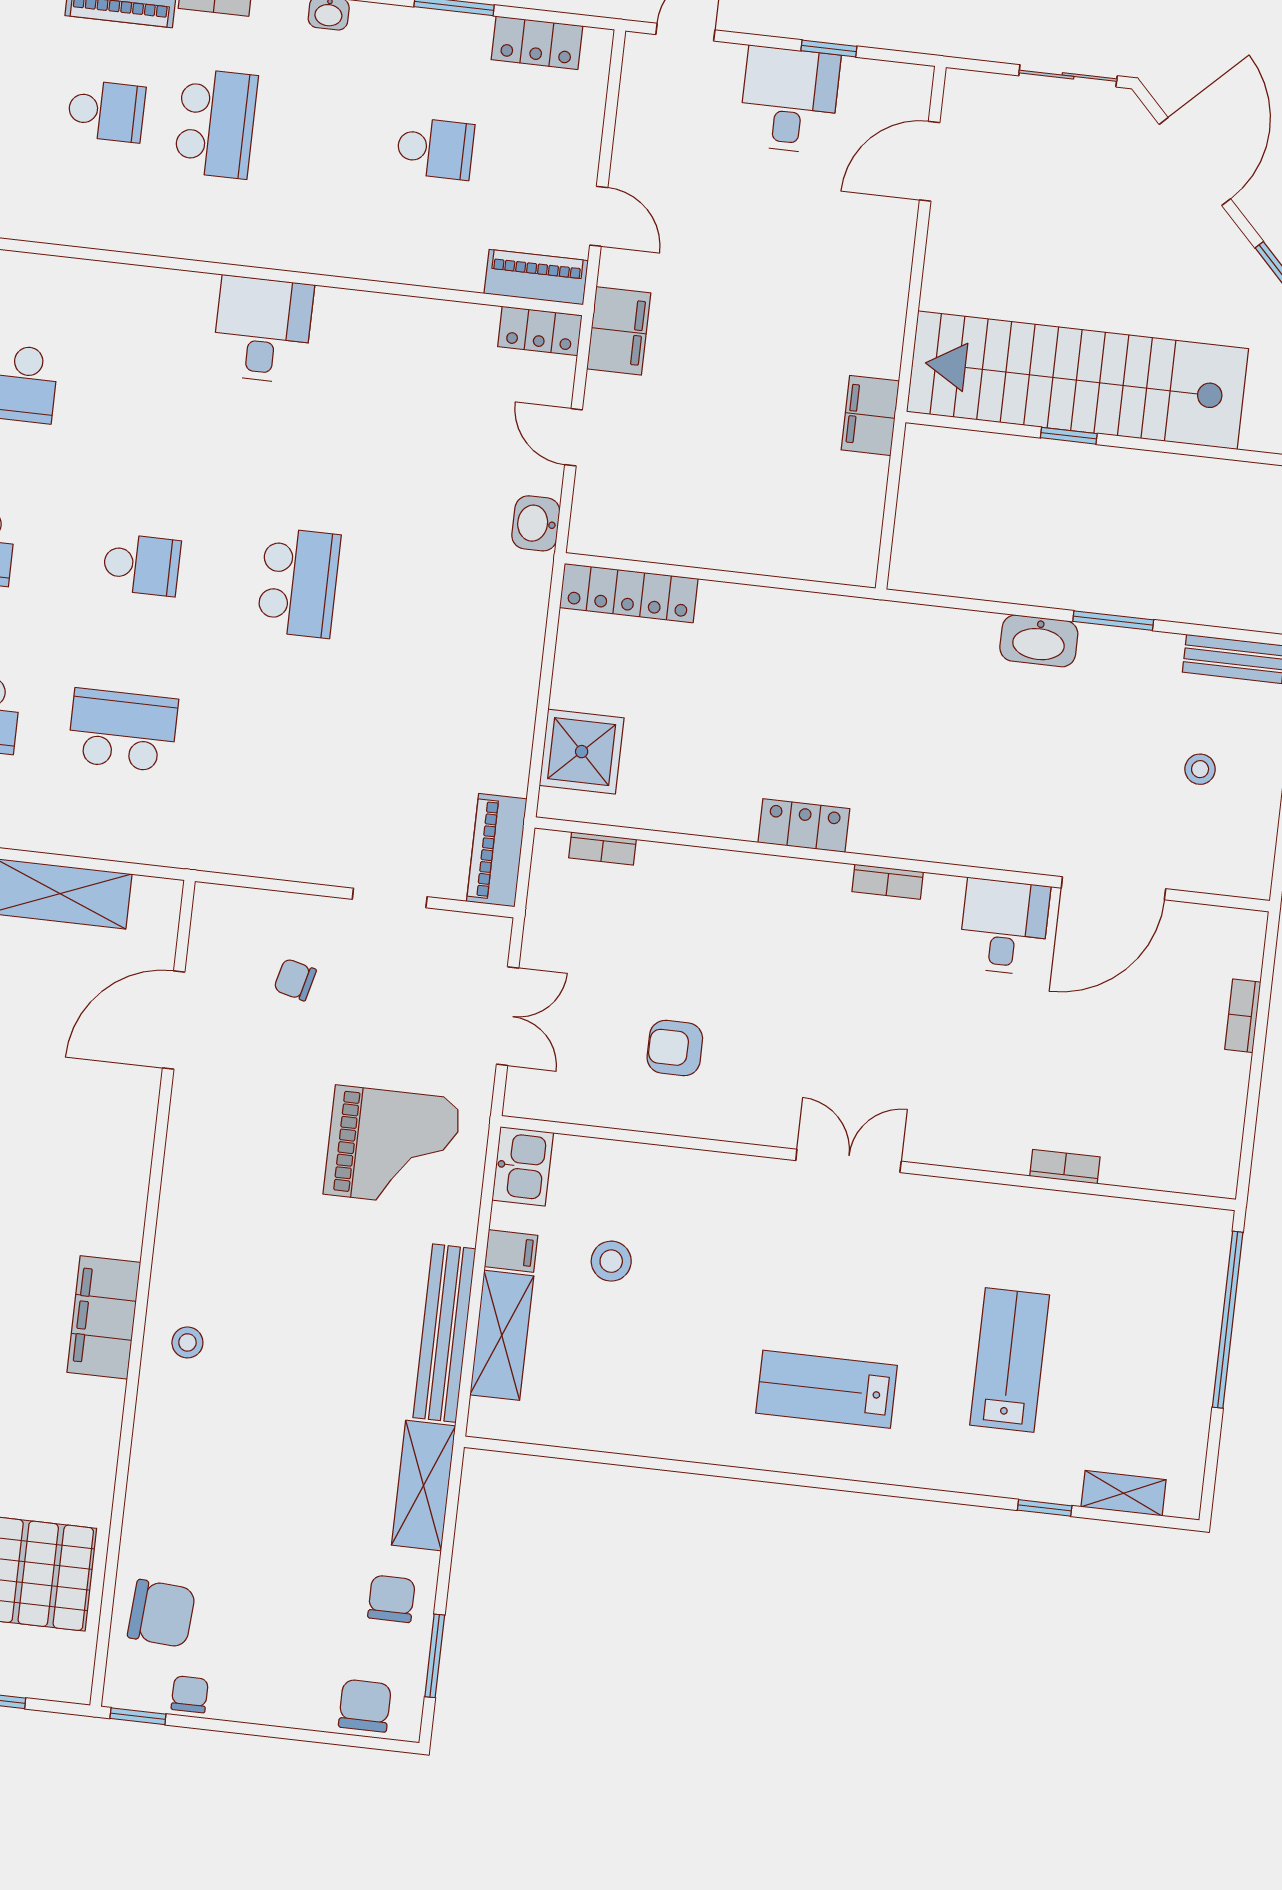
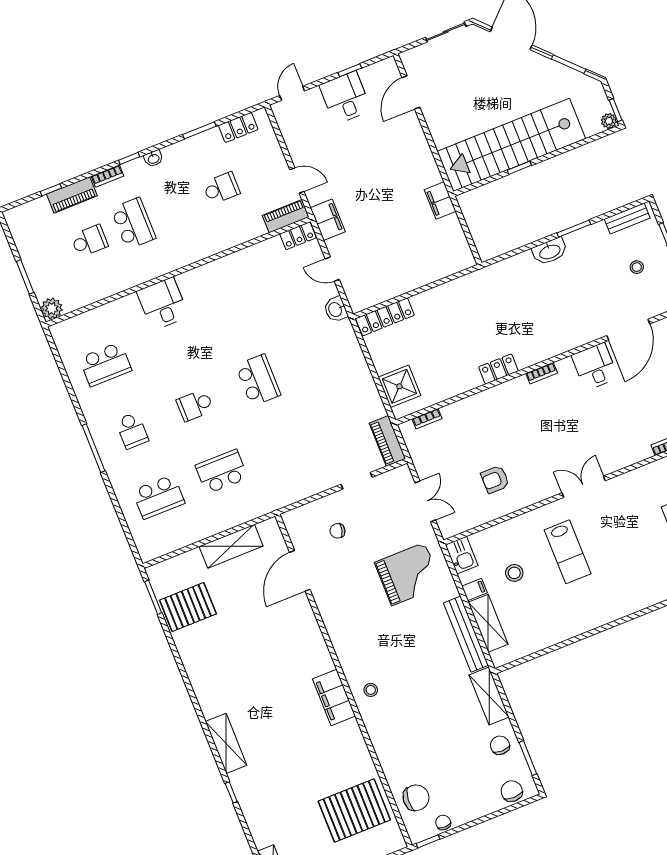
desk: (263, 330) -> (163, 304), moved
school desk: (142, 565) -> (195, 405), turned 180
lab bench: (827, 1389) -> (568, 552), moved, turned -90

